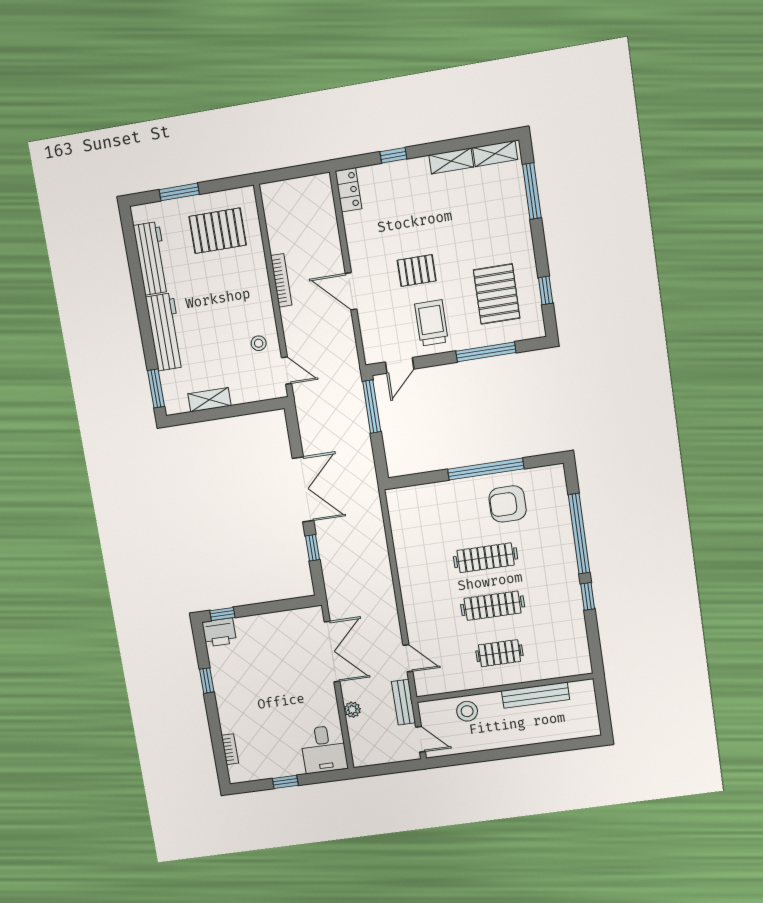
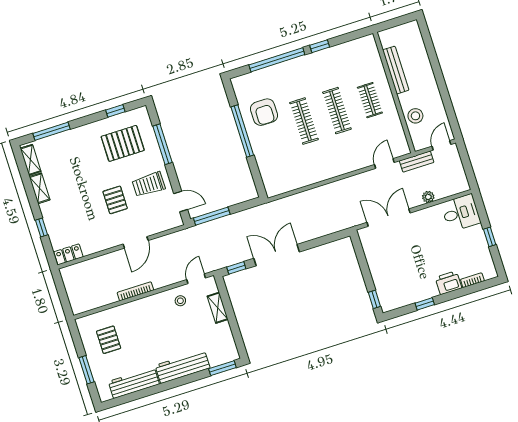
pallet: (218, 231) -> (109, 340), width x0.67, depth x0.71
shelving: (209, 400) -> (218, 308), moved
window: (312, 548) -> (236, 268), moved
printer: (219, 632) -> (448, 283), moved, turned -90

